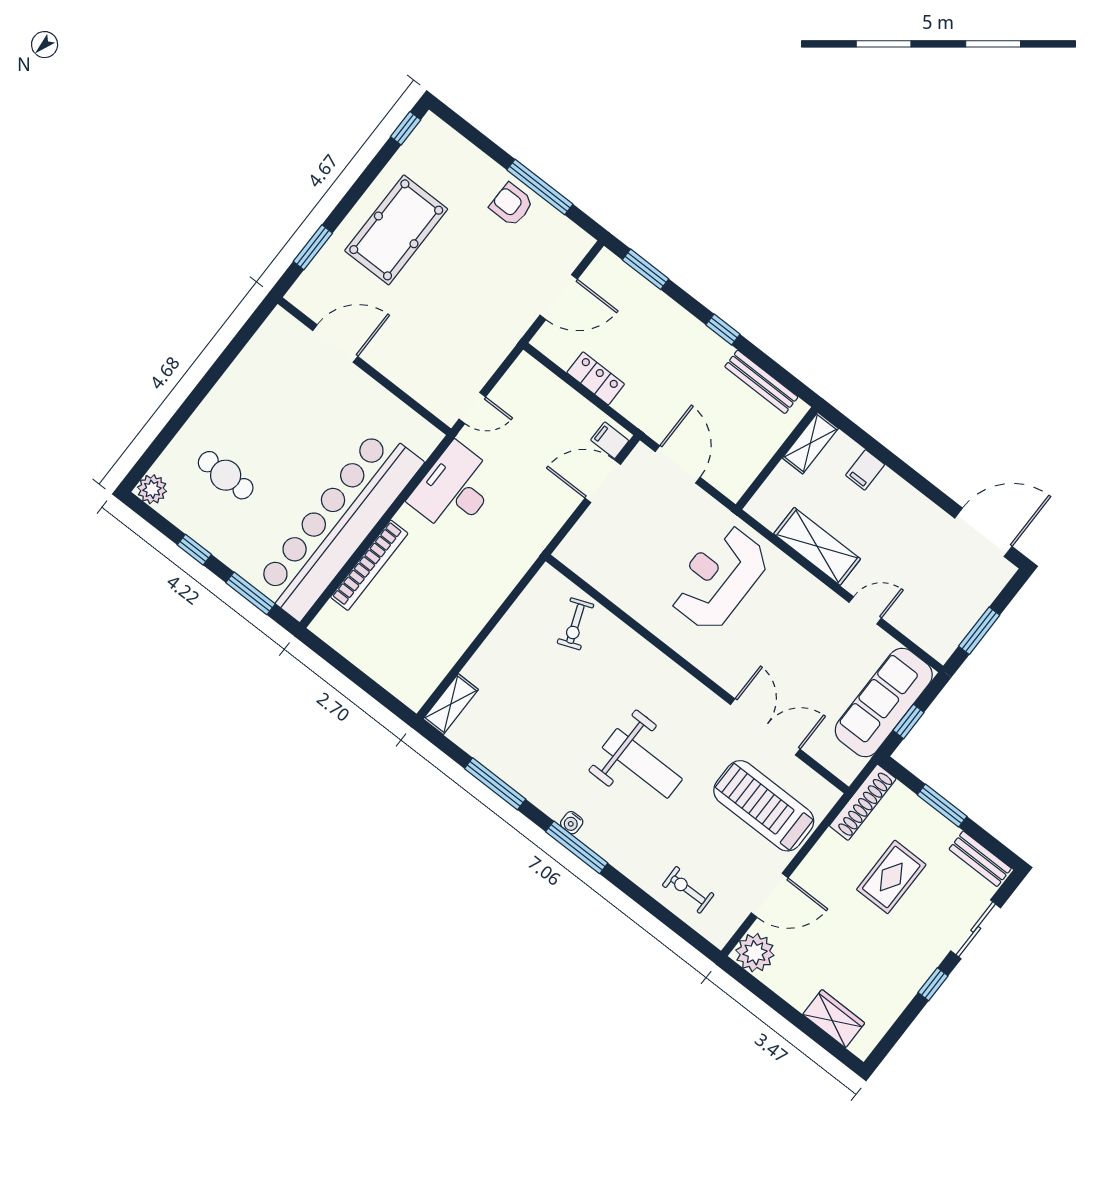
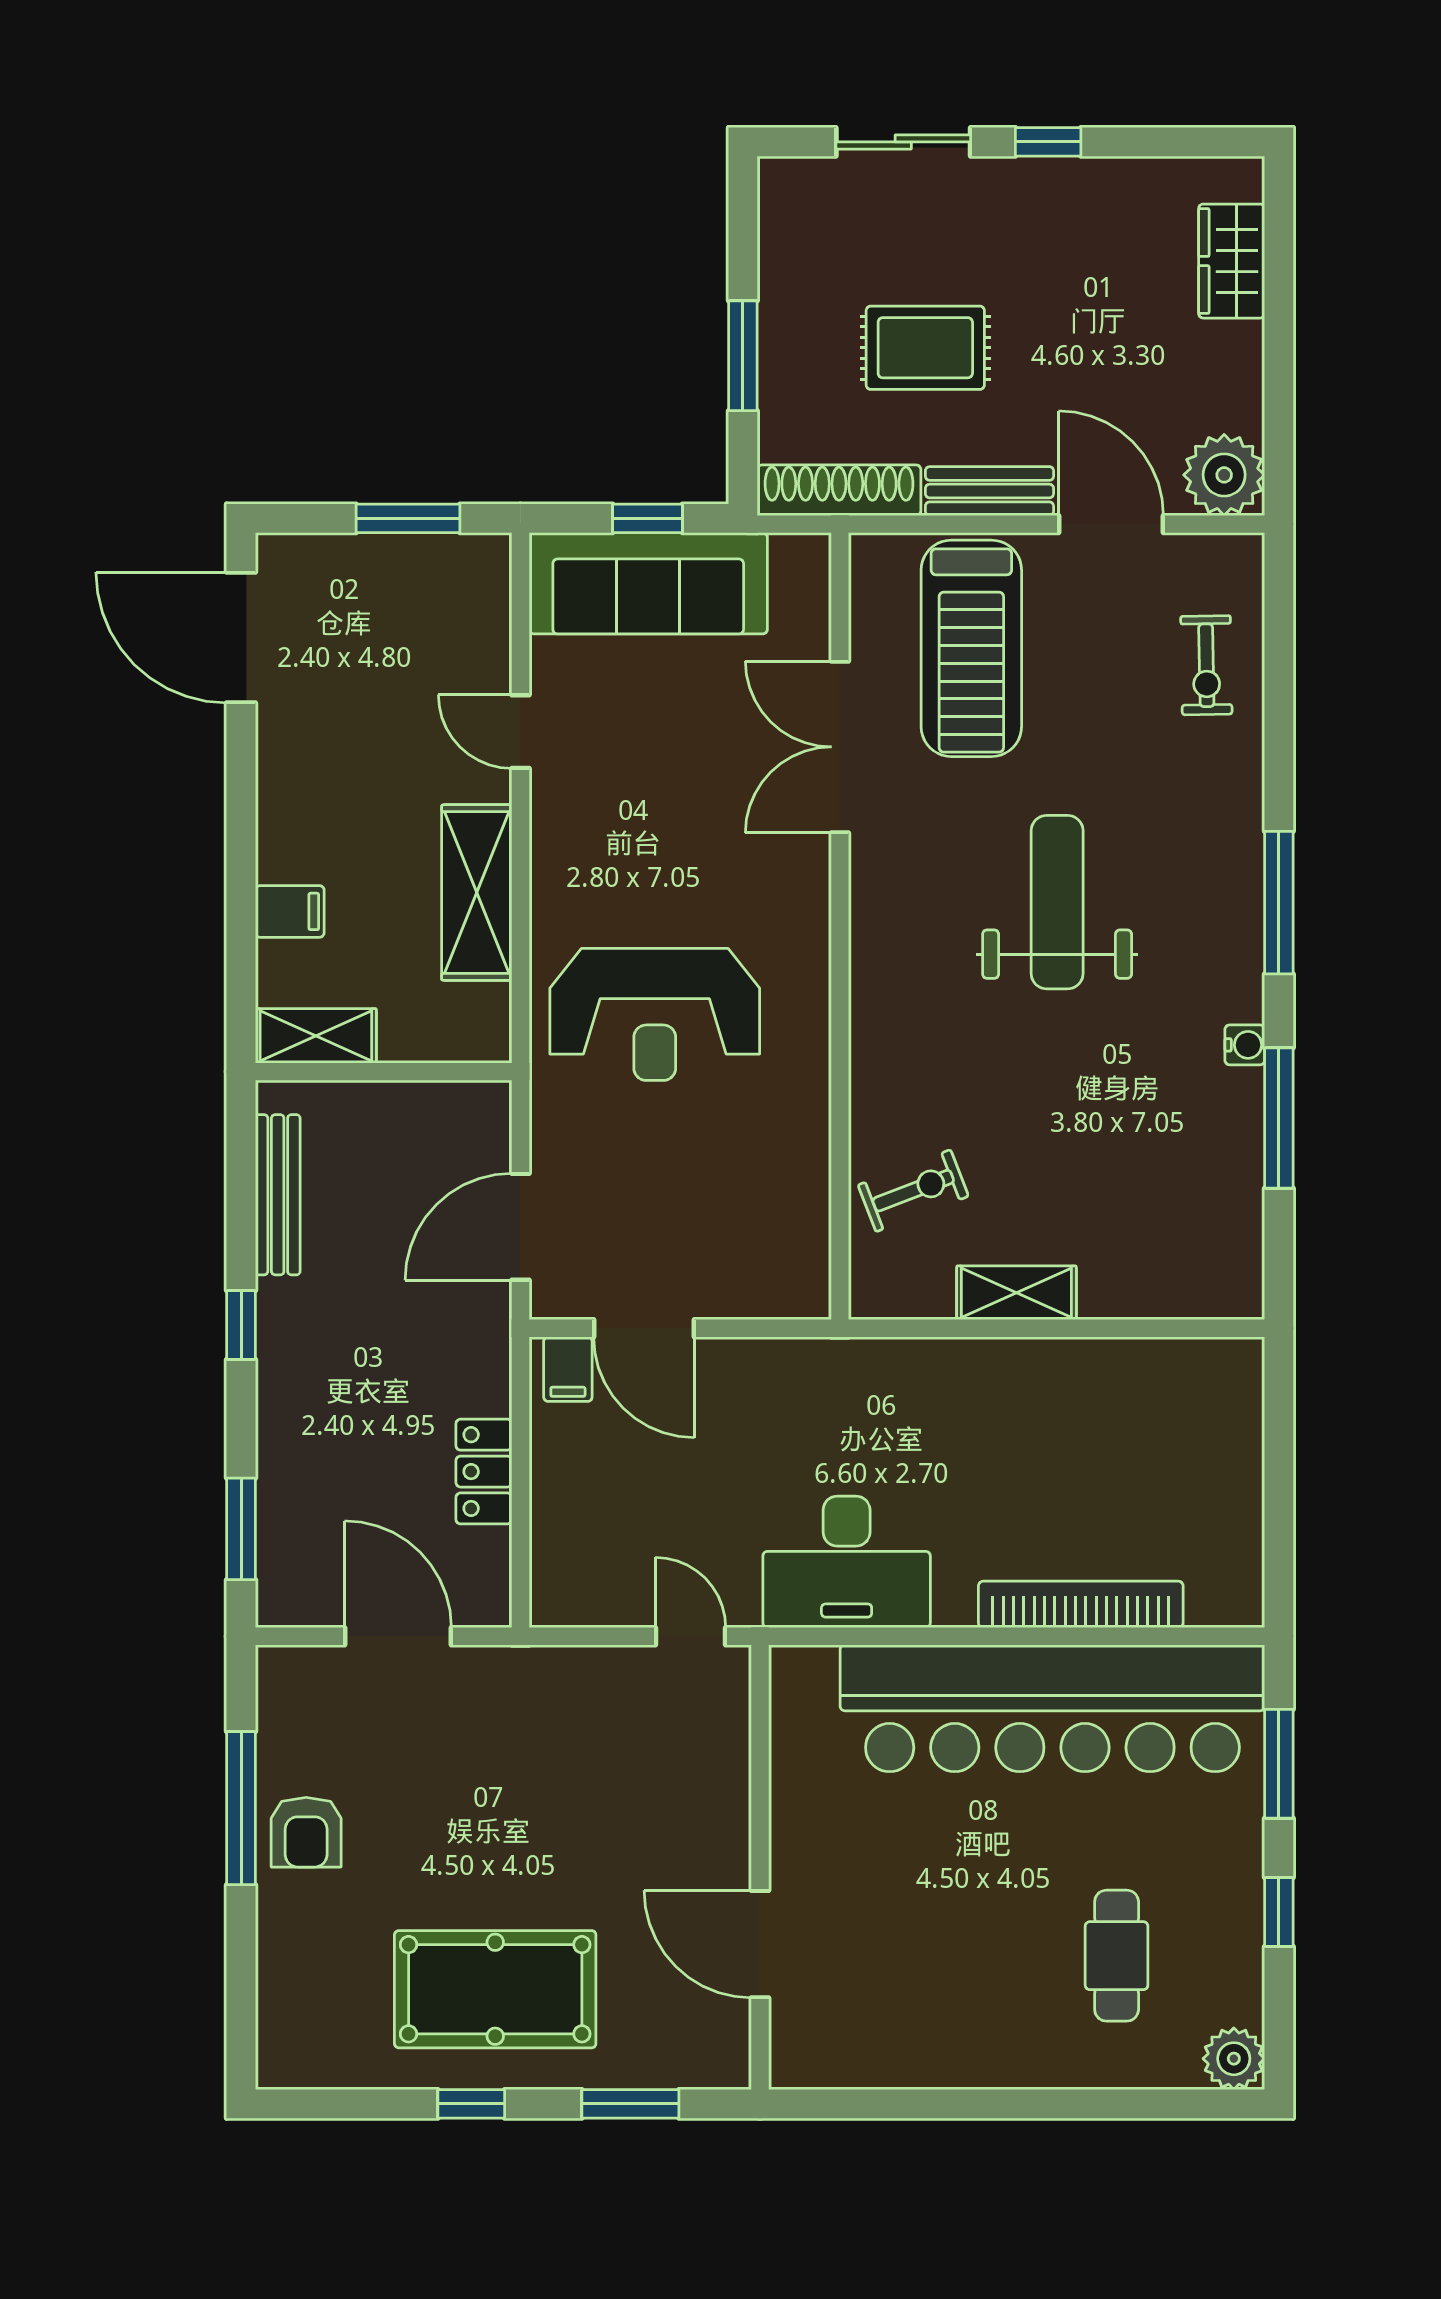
window: (406, 128) -> (471, 2104), moved
shelving: (451, 704) -> (1016, 1293), moved
water cooler: (572, 823) -> (1245, 1045), moved
bench: (980, 859) -> (989, 491), moved, turned 90

